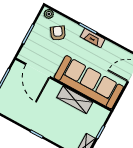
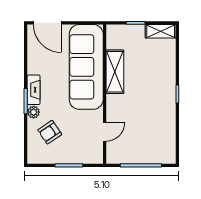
plant: (49, 14) -> (33, 112), moved
door: (38, 71) -> (105, 132), width x0.53

